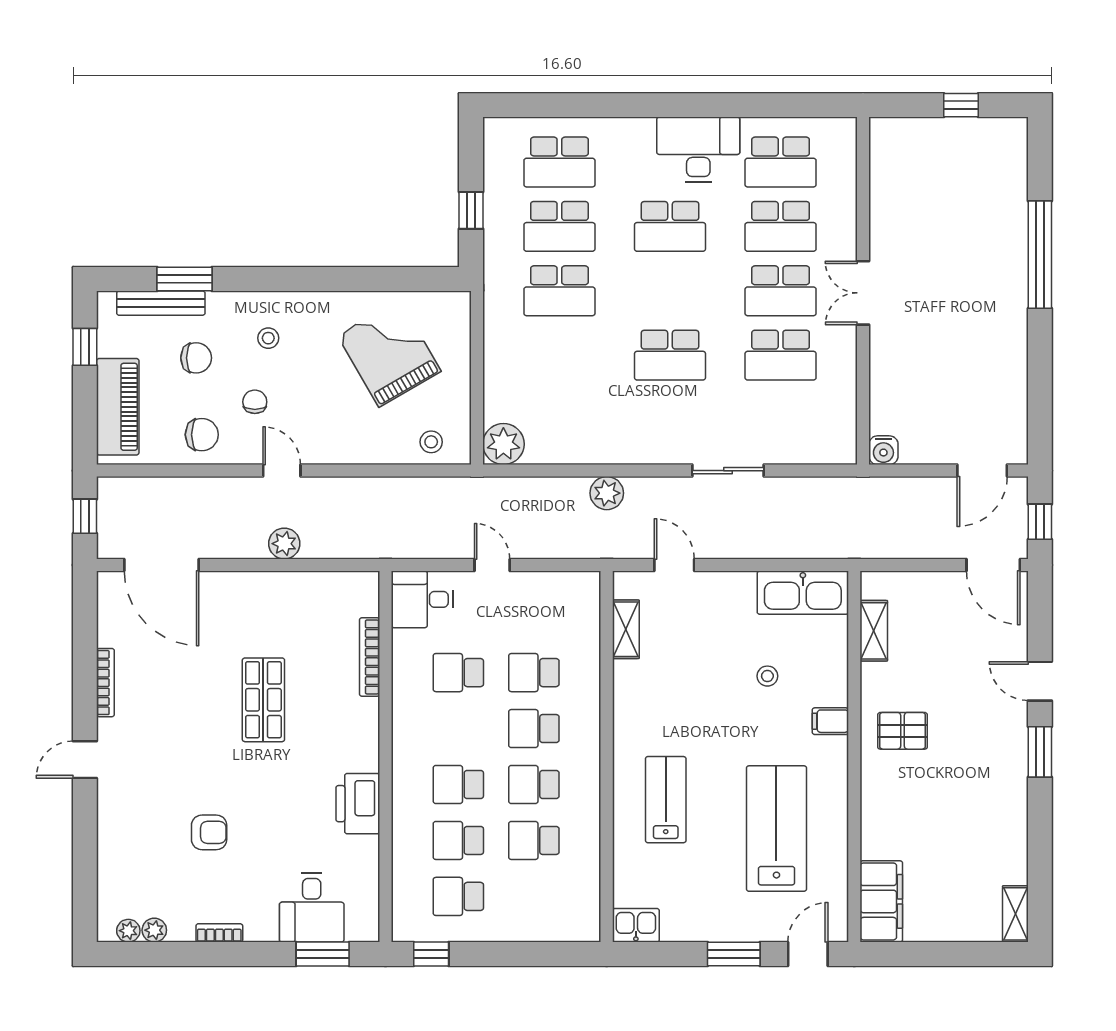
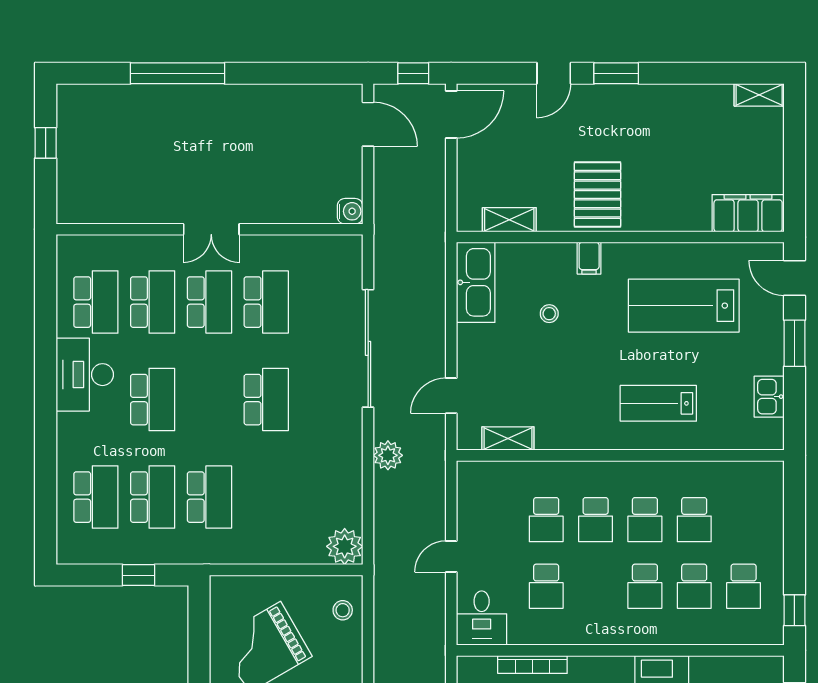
sliding door: (728, 471) -> (368, 348), width x1.86
pallet: (902, 731) -> (598, 194), width x1.50, depth x1.42
kitchen sink: (636, 925) -> (769, 397), moved

